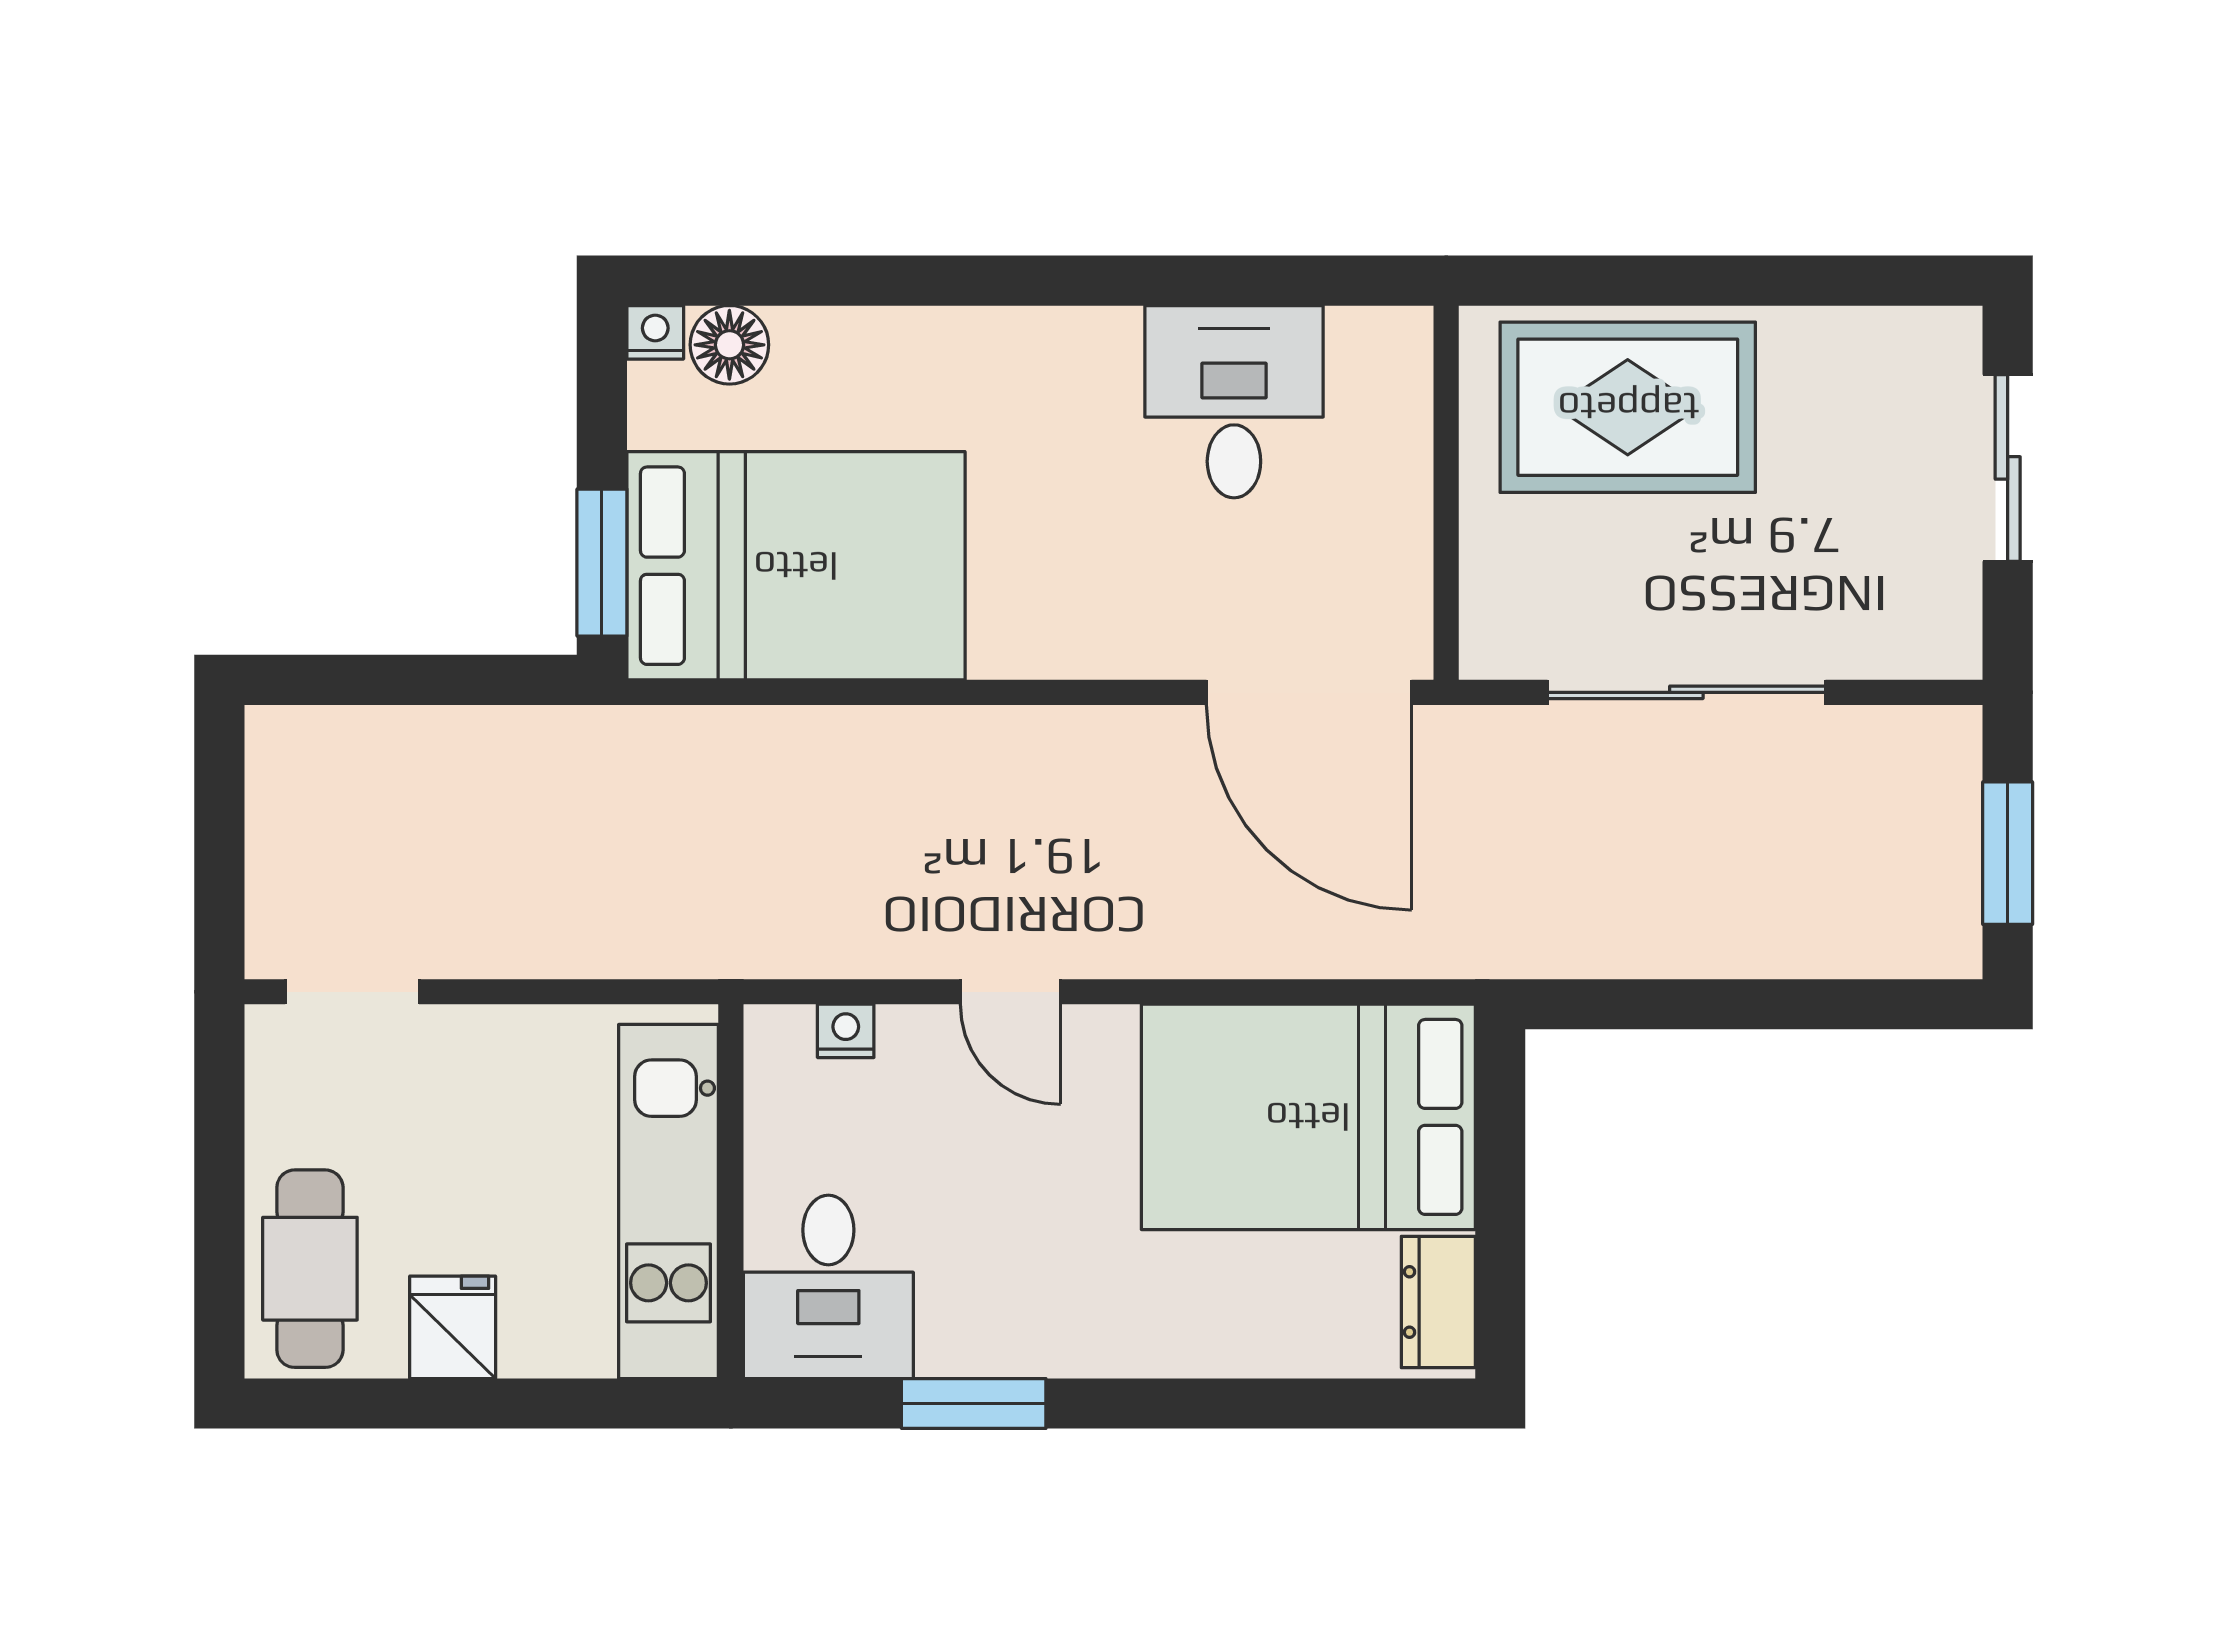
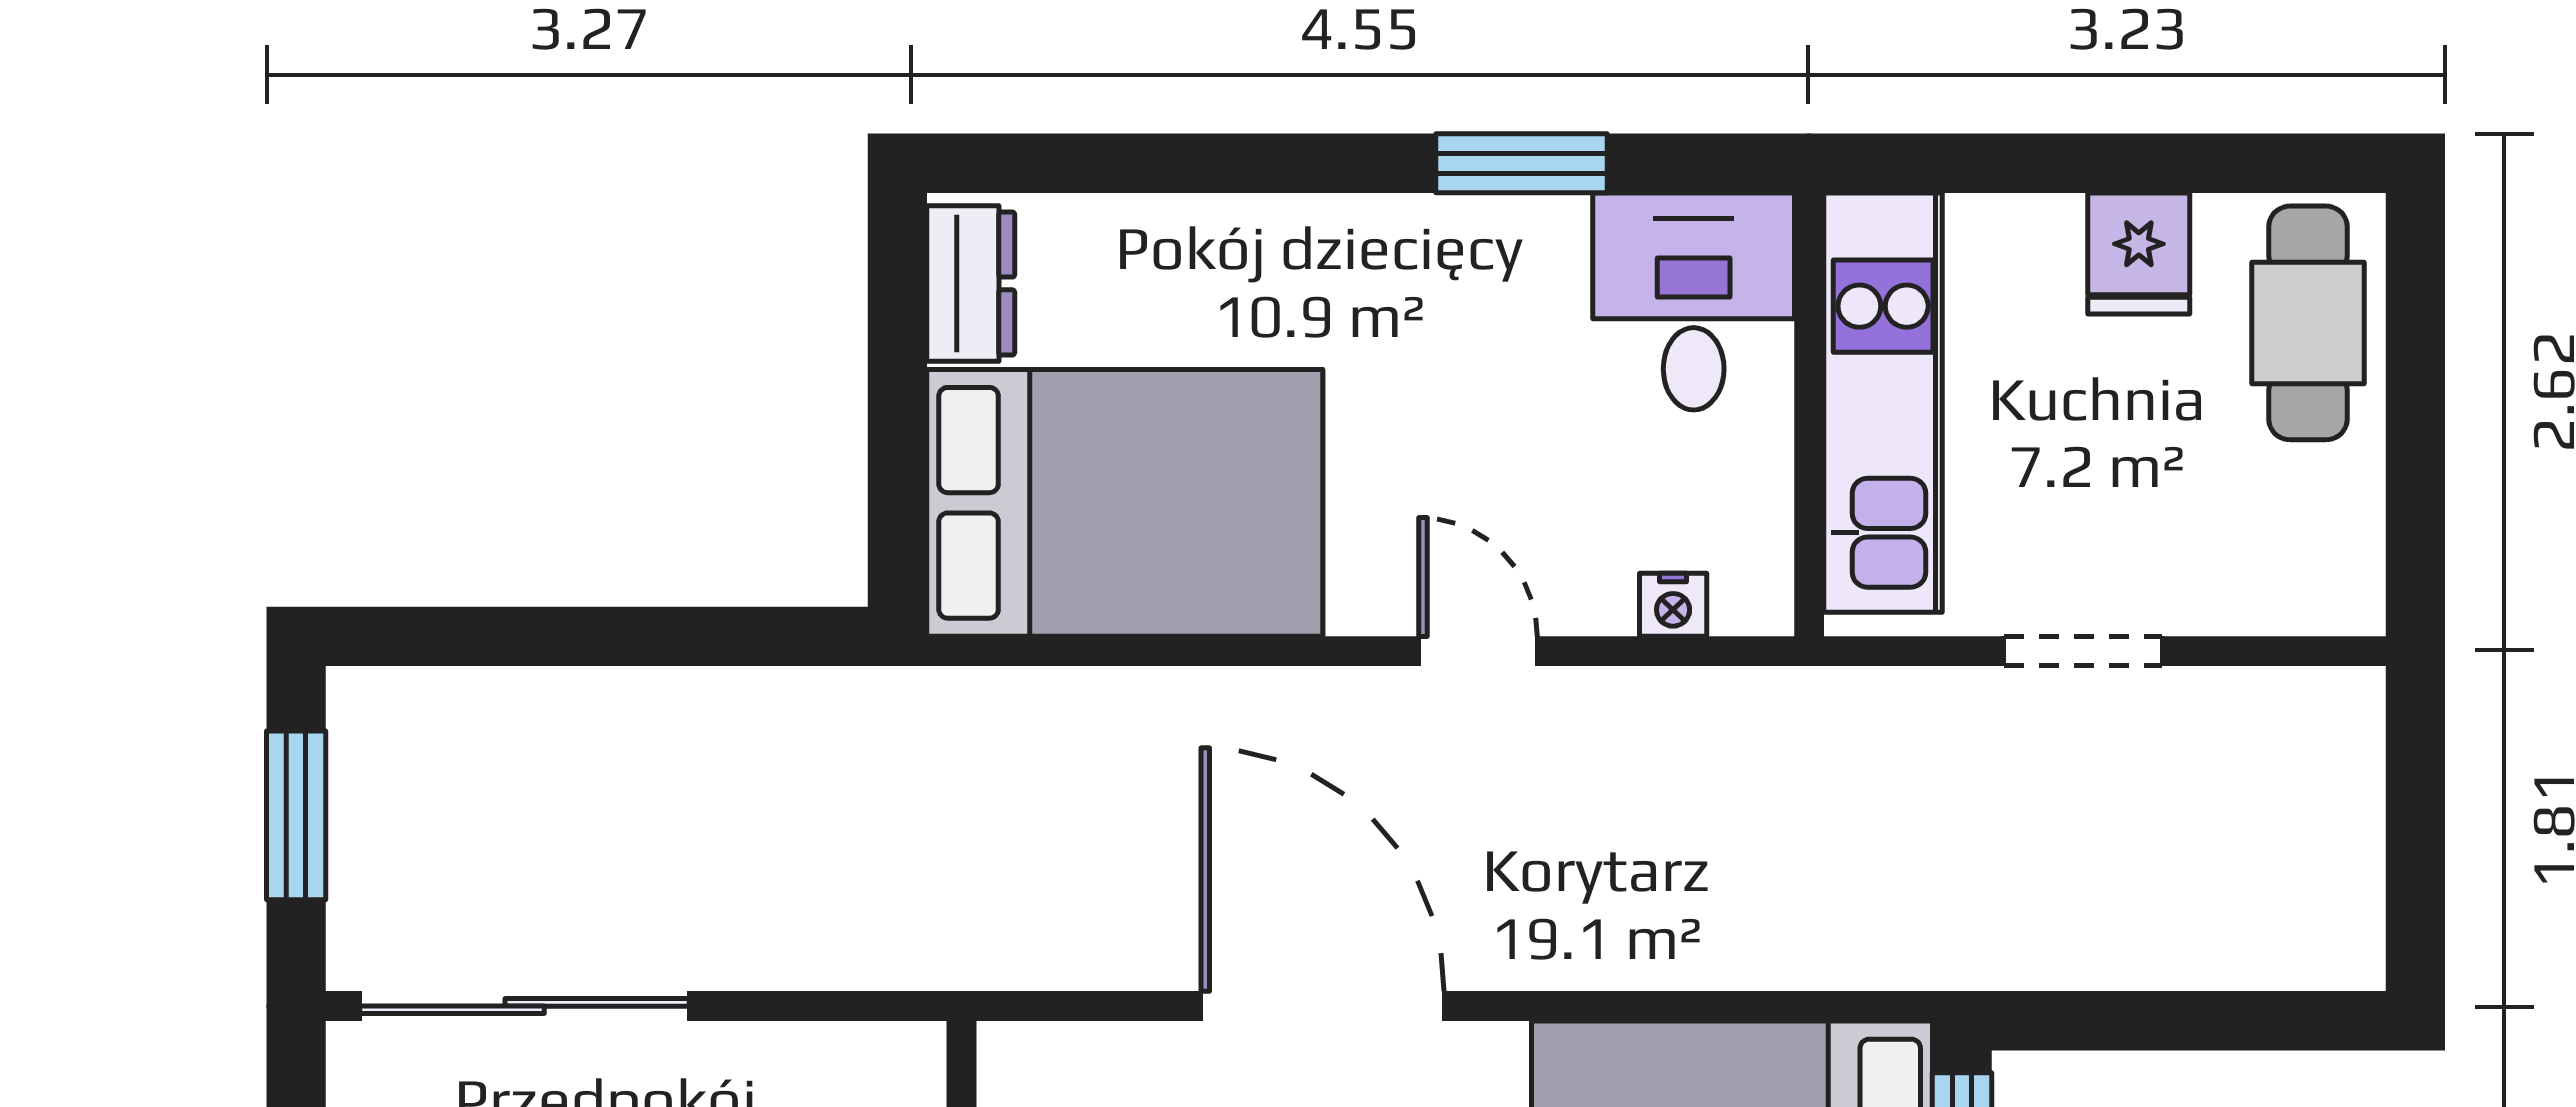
door: (1309, 692) -> (1322, 1006), moved
sliding door: (1686, 692) -> (525, 1006), moved
doorway: (352, 992) -> (2083, 651), moved

